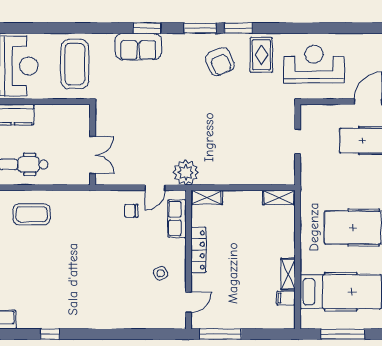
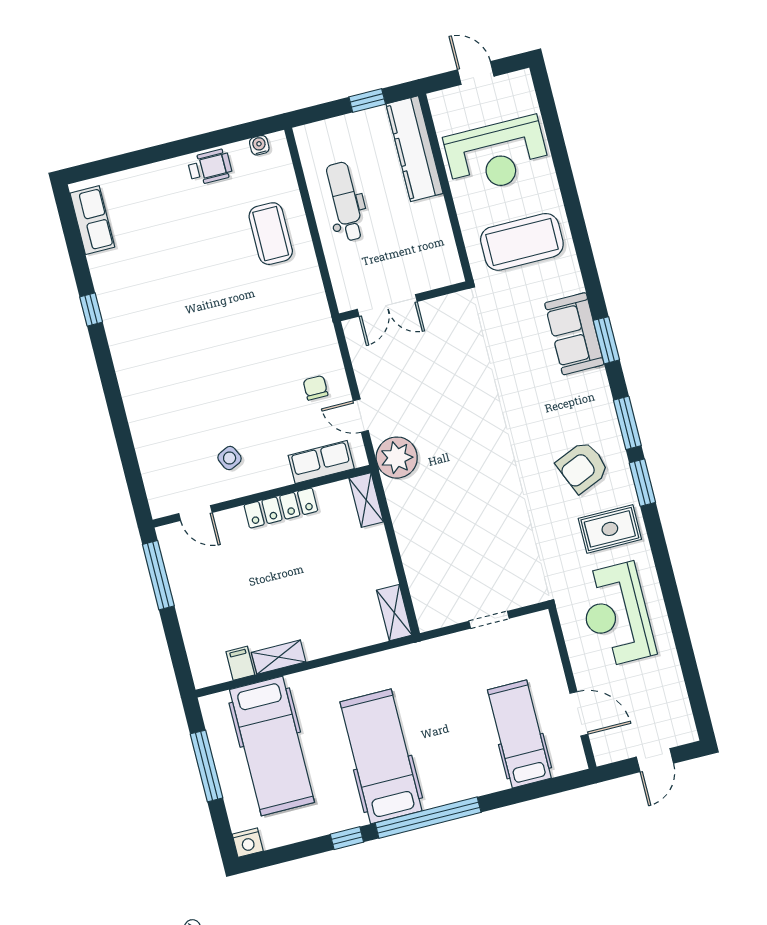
reception desk: (314, 64) -> (616, 615), turned 180

